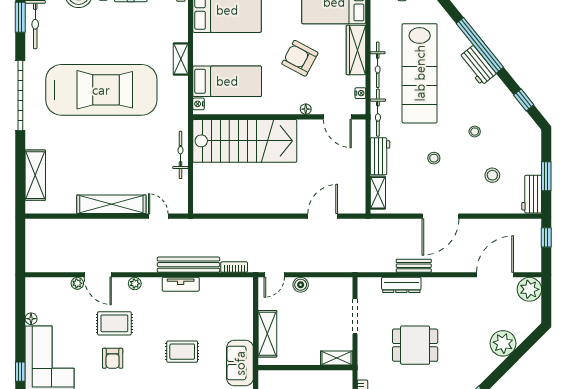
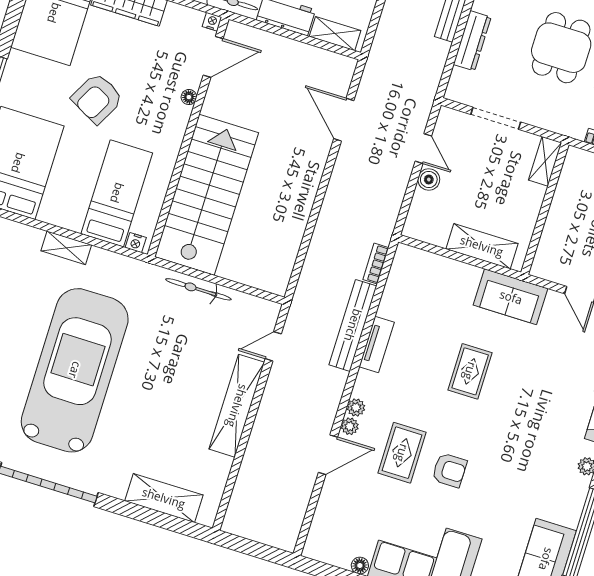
armchair: (300, 58) -> (97, 98), moved
nightstand: (360, 93) -> (212, 22), moved
door: (274, 275) -> (423, 149), moved
plant: (77, 283) -> (350, 426), moved

